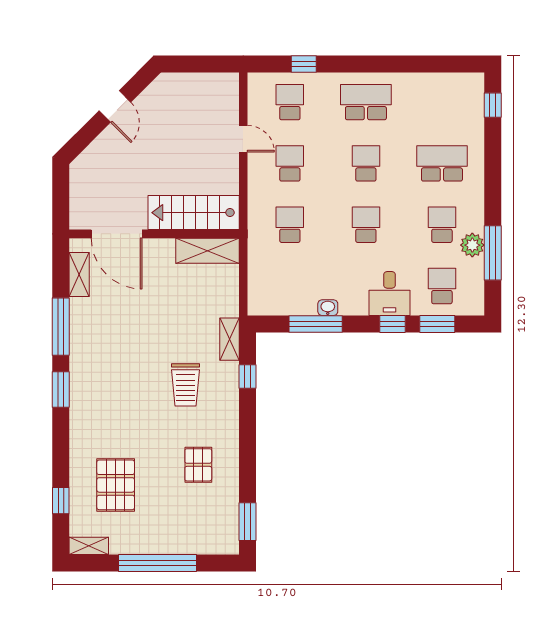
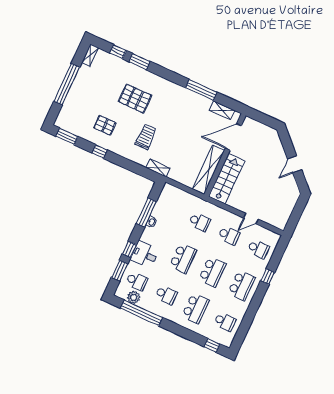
window: (304, 64) -> (268, 277), moved
school desk: (442, 102) -> (225, 322), added
door: (115, 106) -> (295, 164), hinge flipped
school desk: (366, 163) -> (212, 272), width x1.85
school desk: (366, 225) -> (183, 258), width x1.85
plant: (472, 245) -> (134, 297), moved
shelving: (207, 251) -> (208, 170), width x1.47
window: (493, 253) -> (141, 313), width x1.46
window: (247, 377) -> (100, 151), moved
trolley: (185, 385) -> (146, 137), turned 90
window: (61, 389) -> (139, 62), moved
pallet: (116, 485) -> (135, 98), moved

